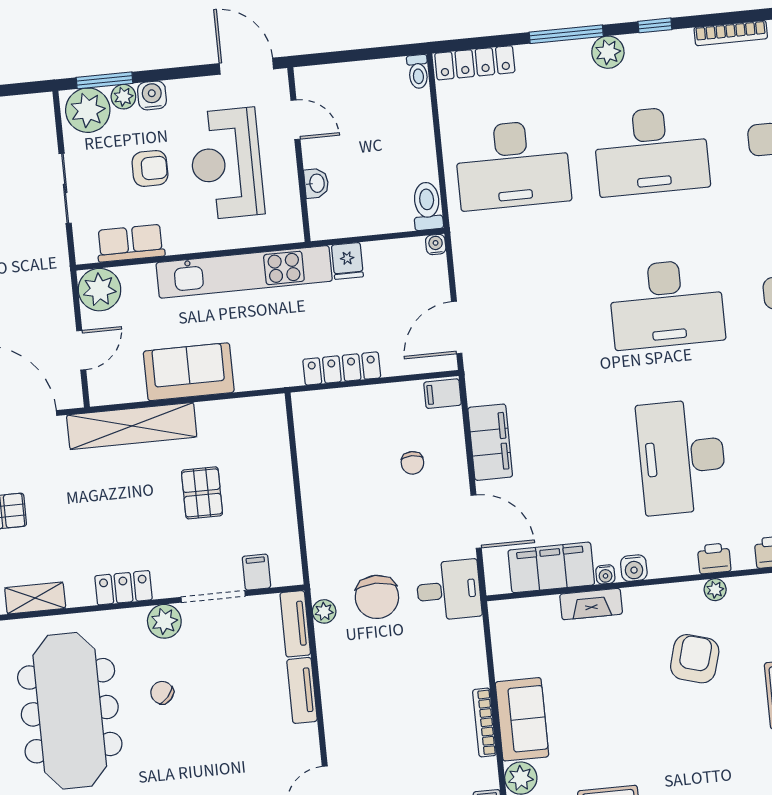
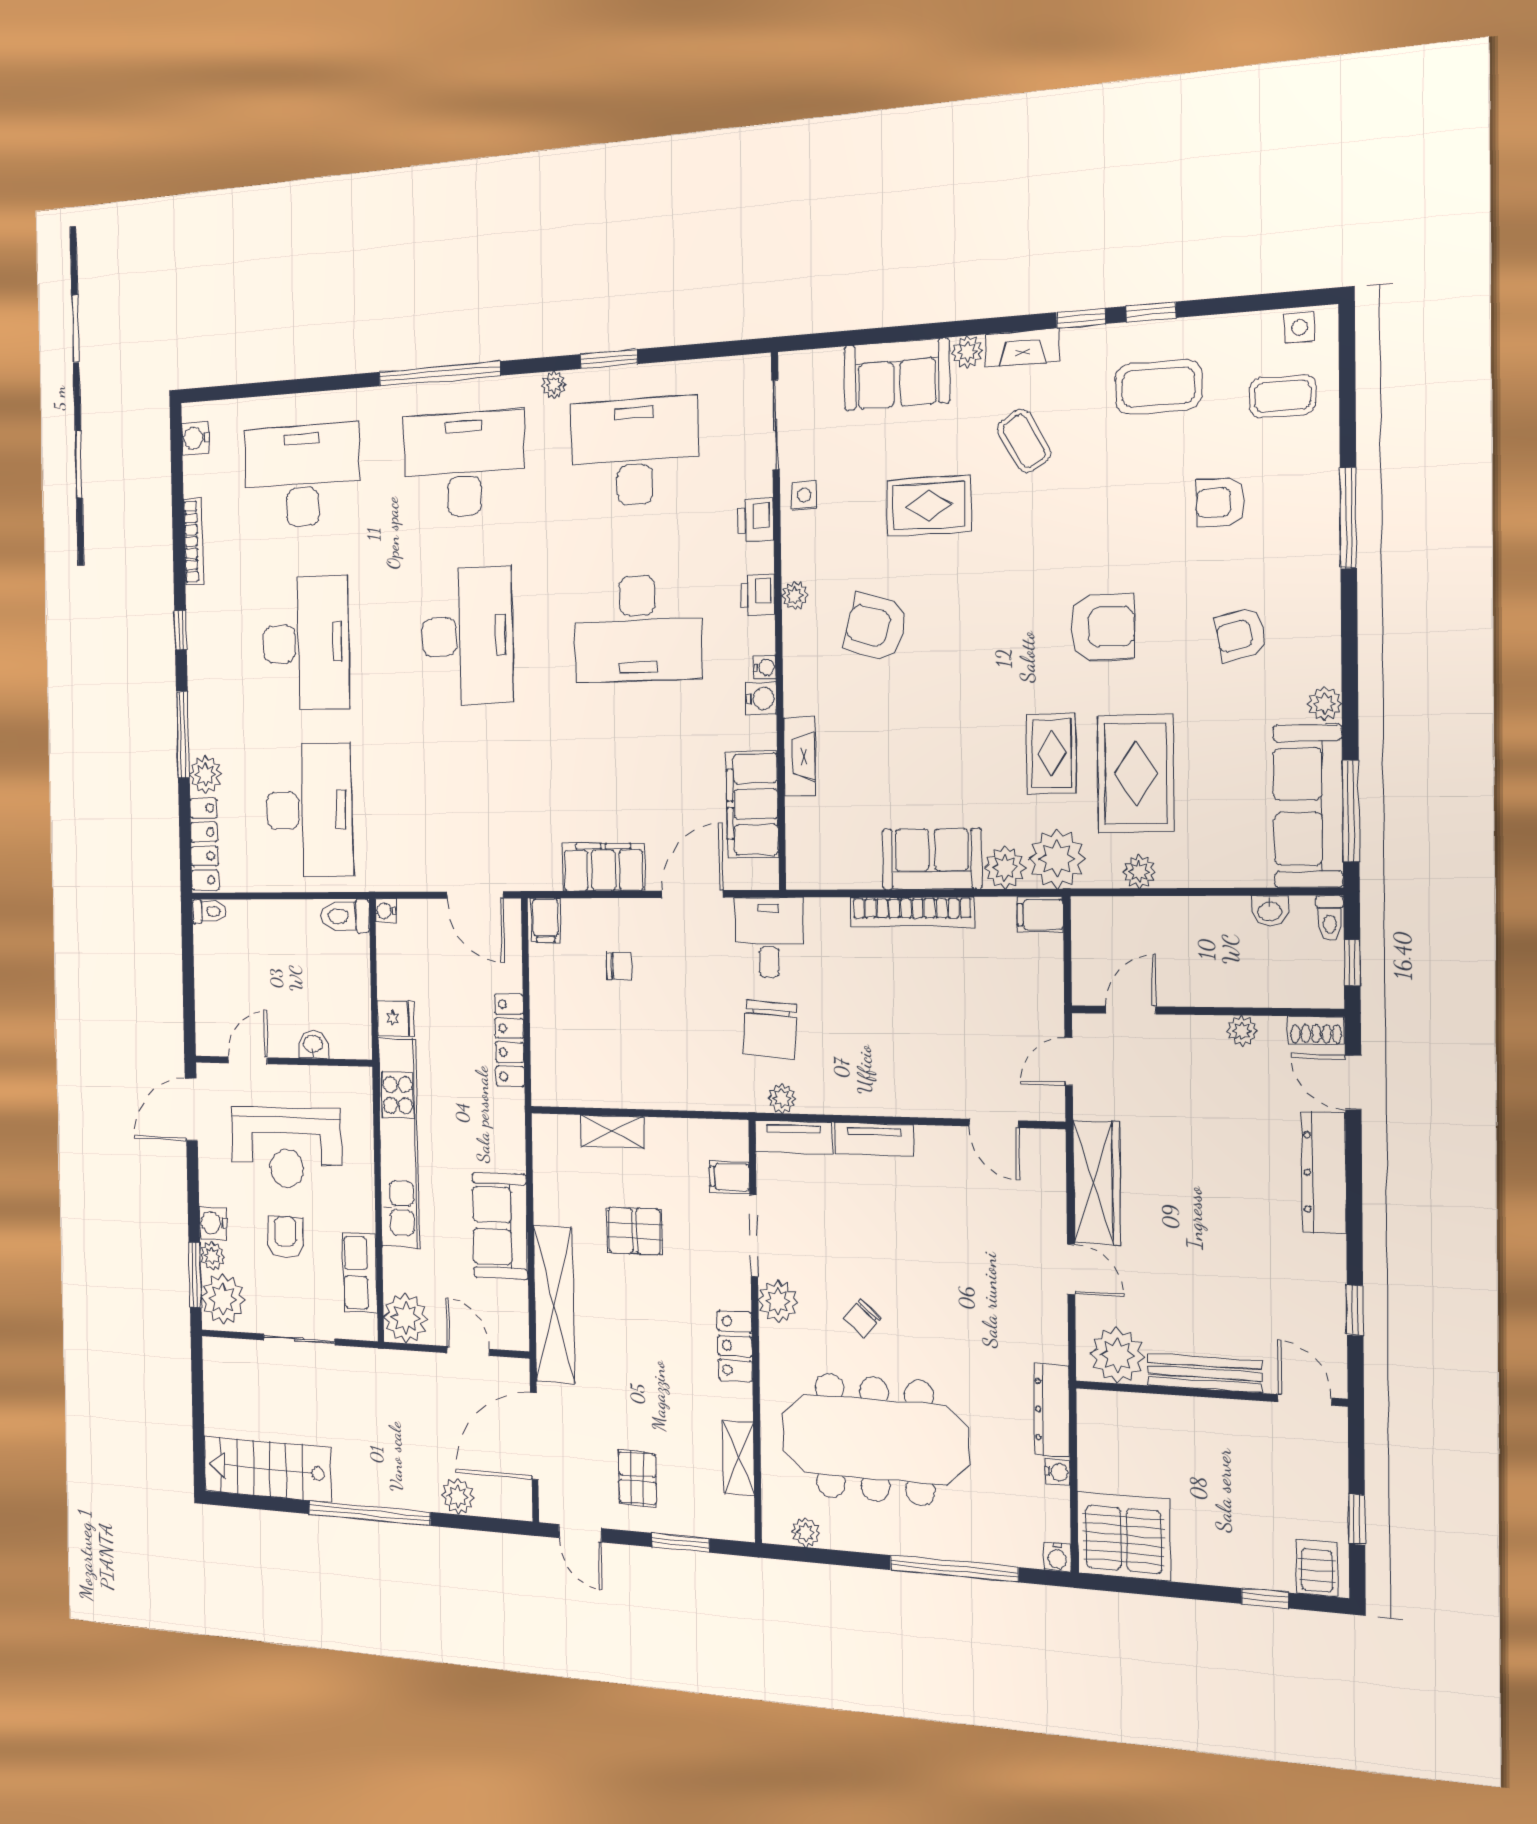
plant: (608, 52) -> (205, 775), moved
shelving: (279, 467) -> (612, 1132), added
water cooler: (605, 574) -> (765, 667), moved
chair: (377, 597) -> (770, 1029), turned 95
bookcase: (484, 722) -> (912, 912), width x1.48, depth x1.31

